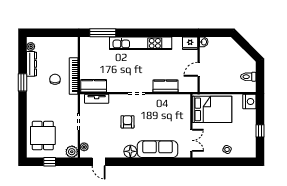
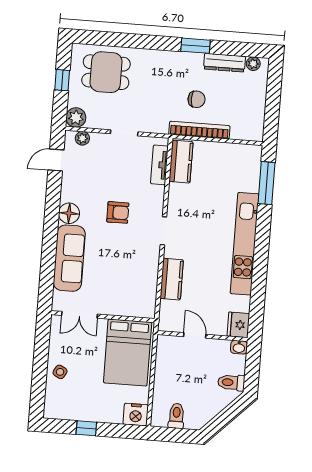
toilet: (225, 45) -> (231, 382), added

